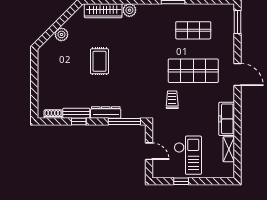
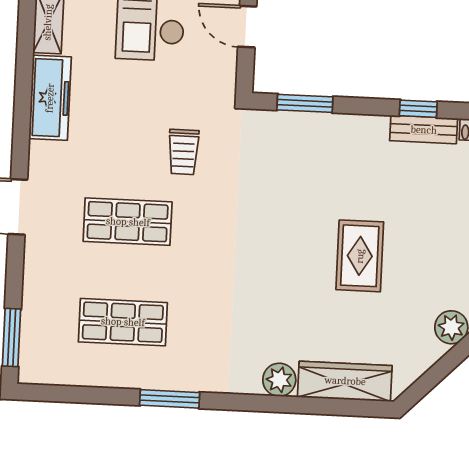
shop shelf: (193, 71) -> (128, 222), width x0.70, depth x0.74
dresser: (106, 112) -> (350, 128), removed
window: (124, 121) -> (305, 103), width x0.69

